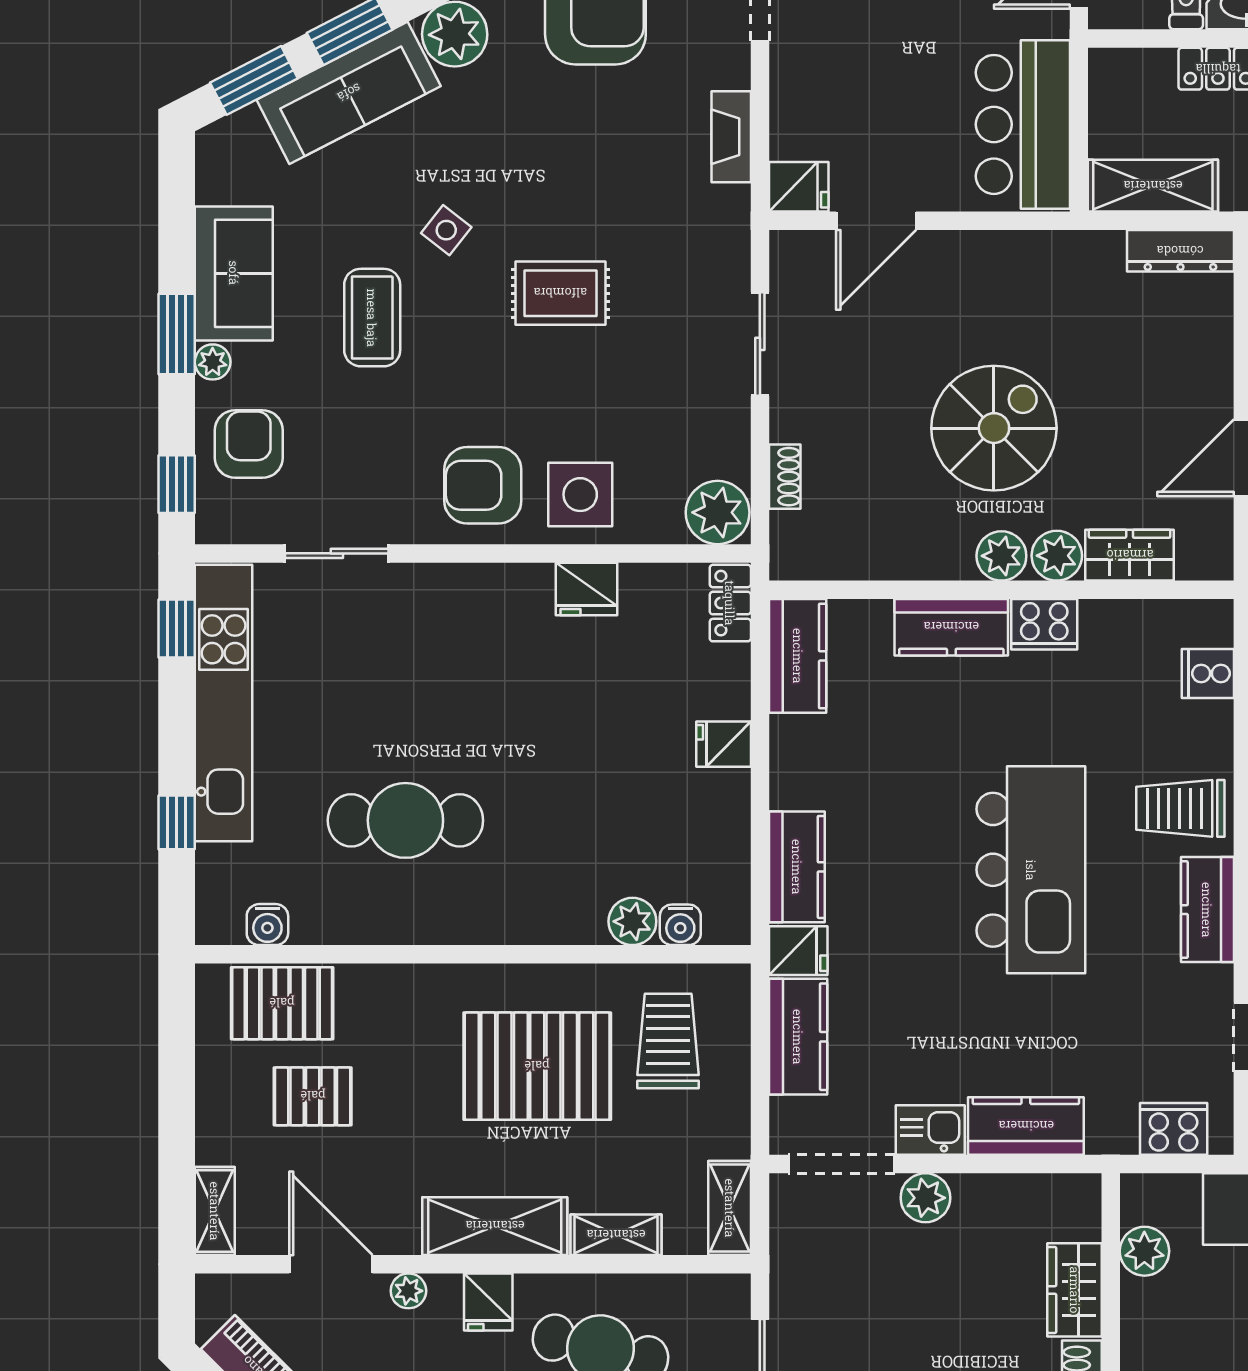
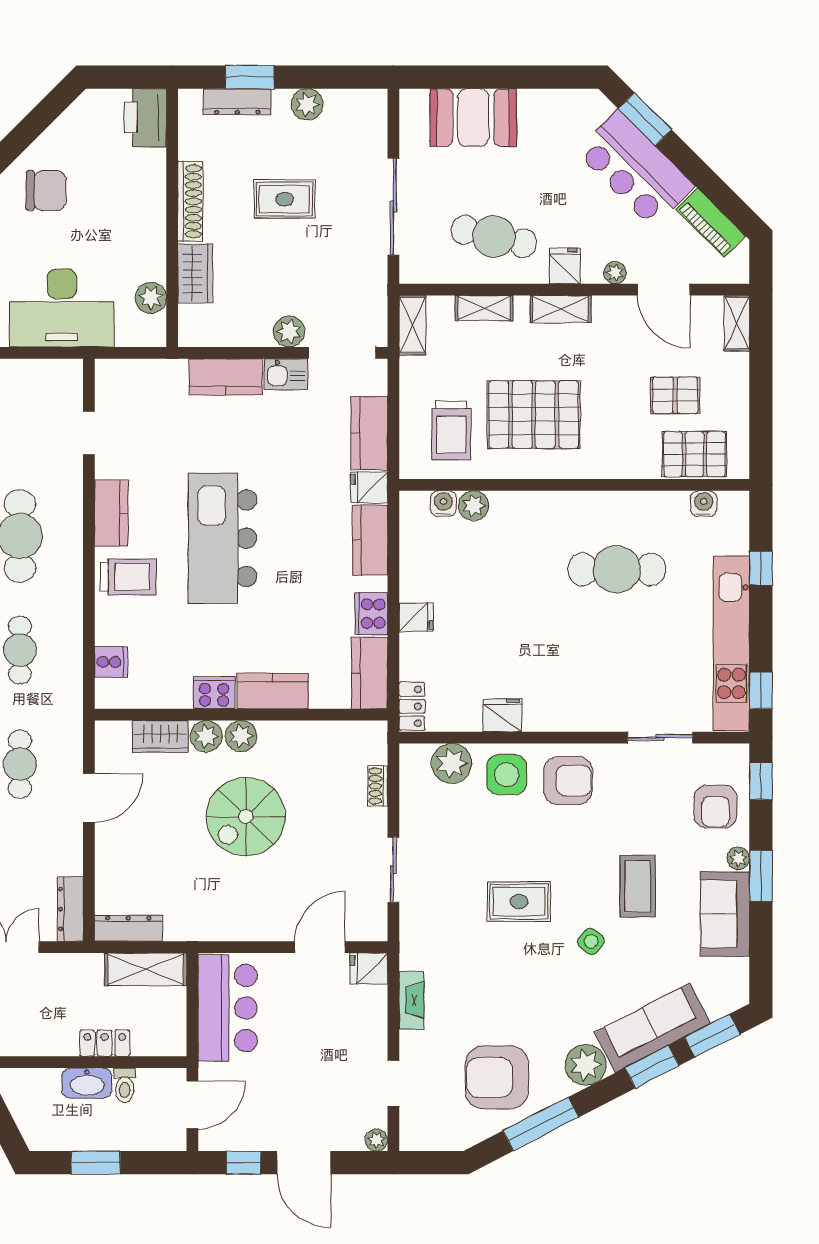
plant: (718, 512) -> (452, 763), moved
cooker: (1174, 1129) -> (371, 614), moved, turned 90
shelving: (495, 1226) -> (560, 309), width x0.67, depth x0.75

